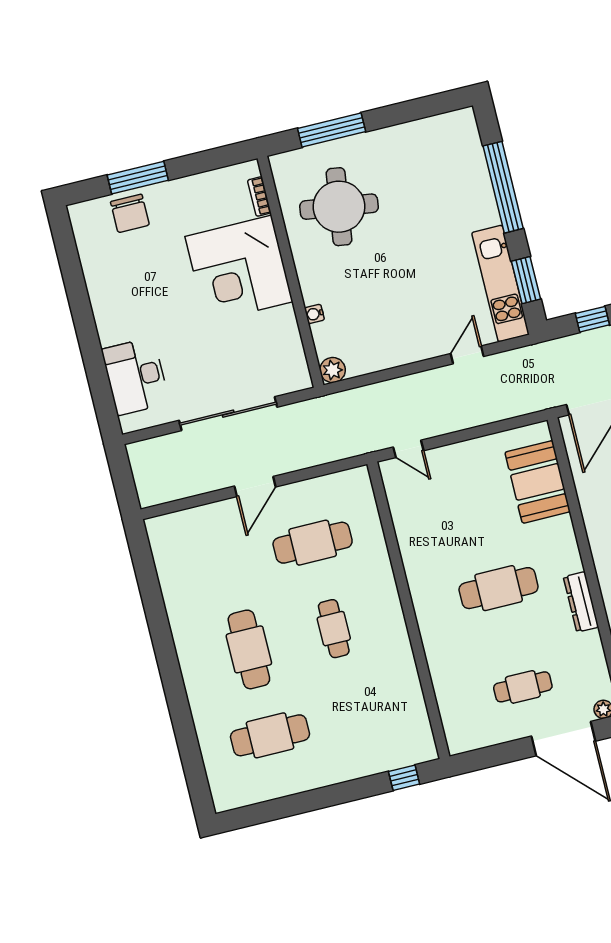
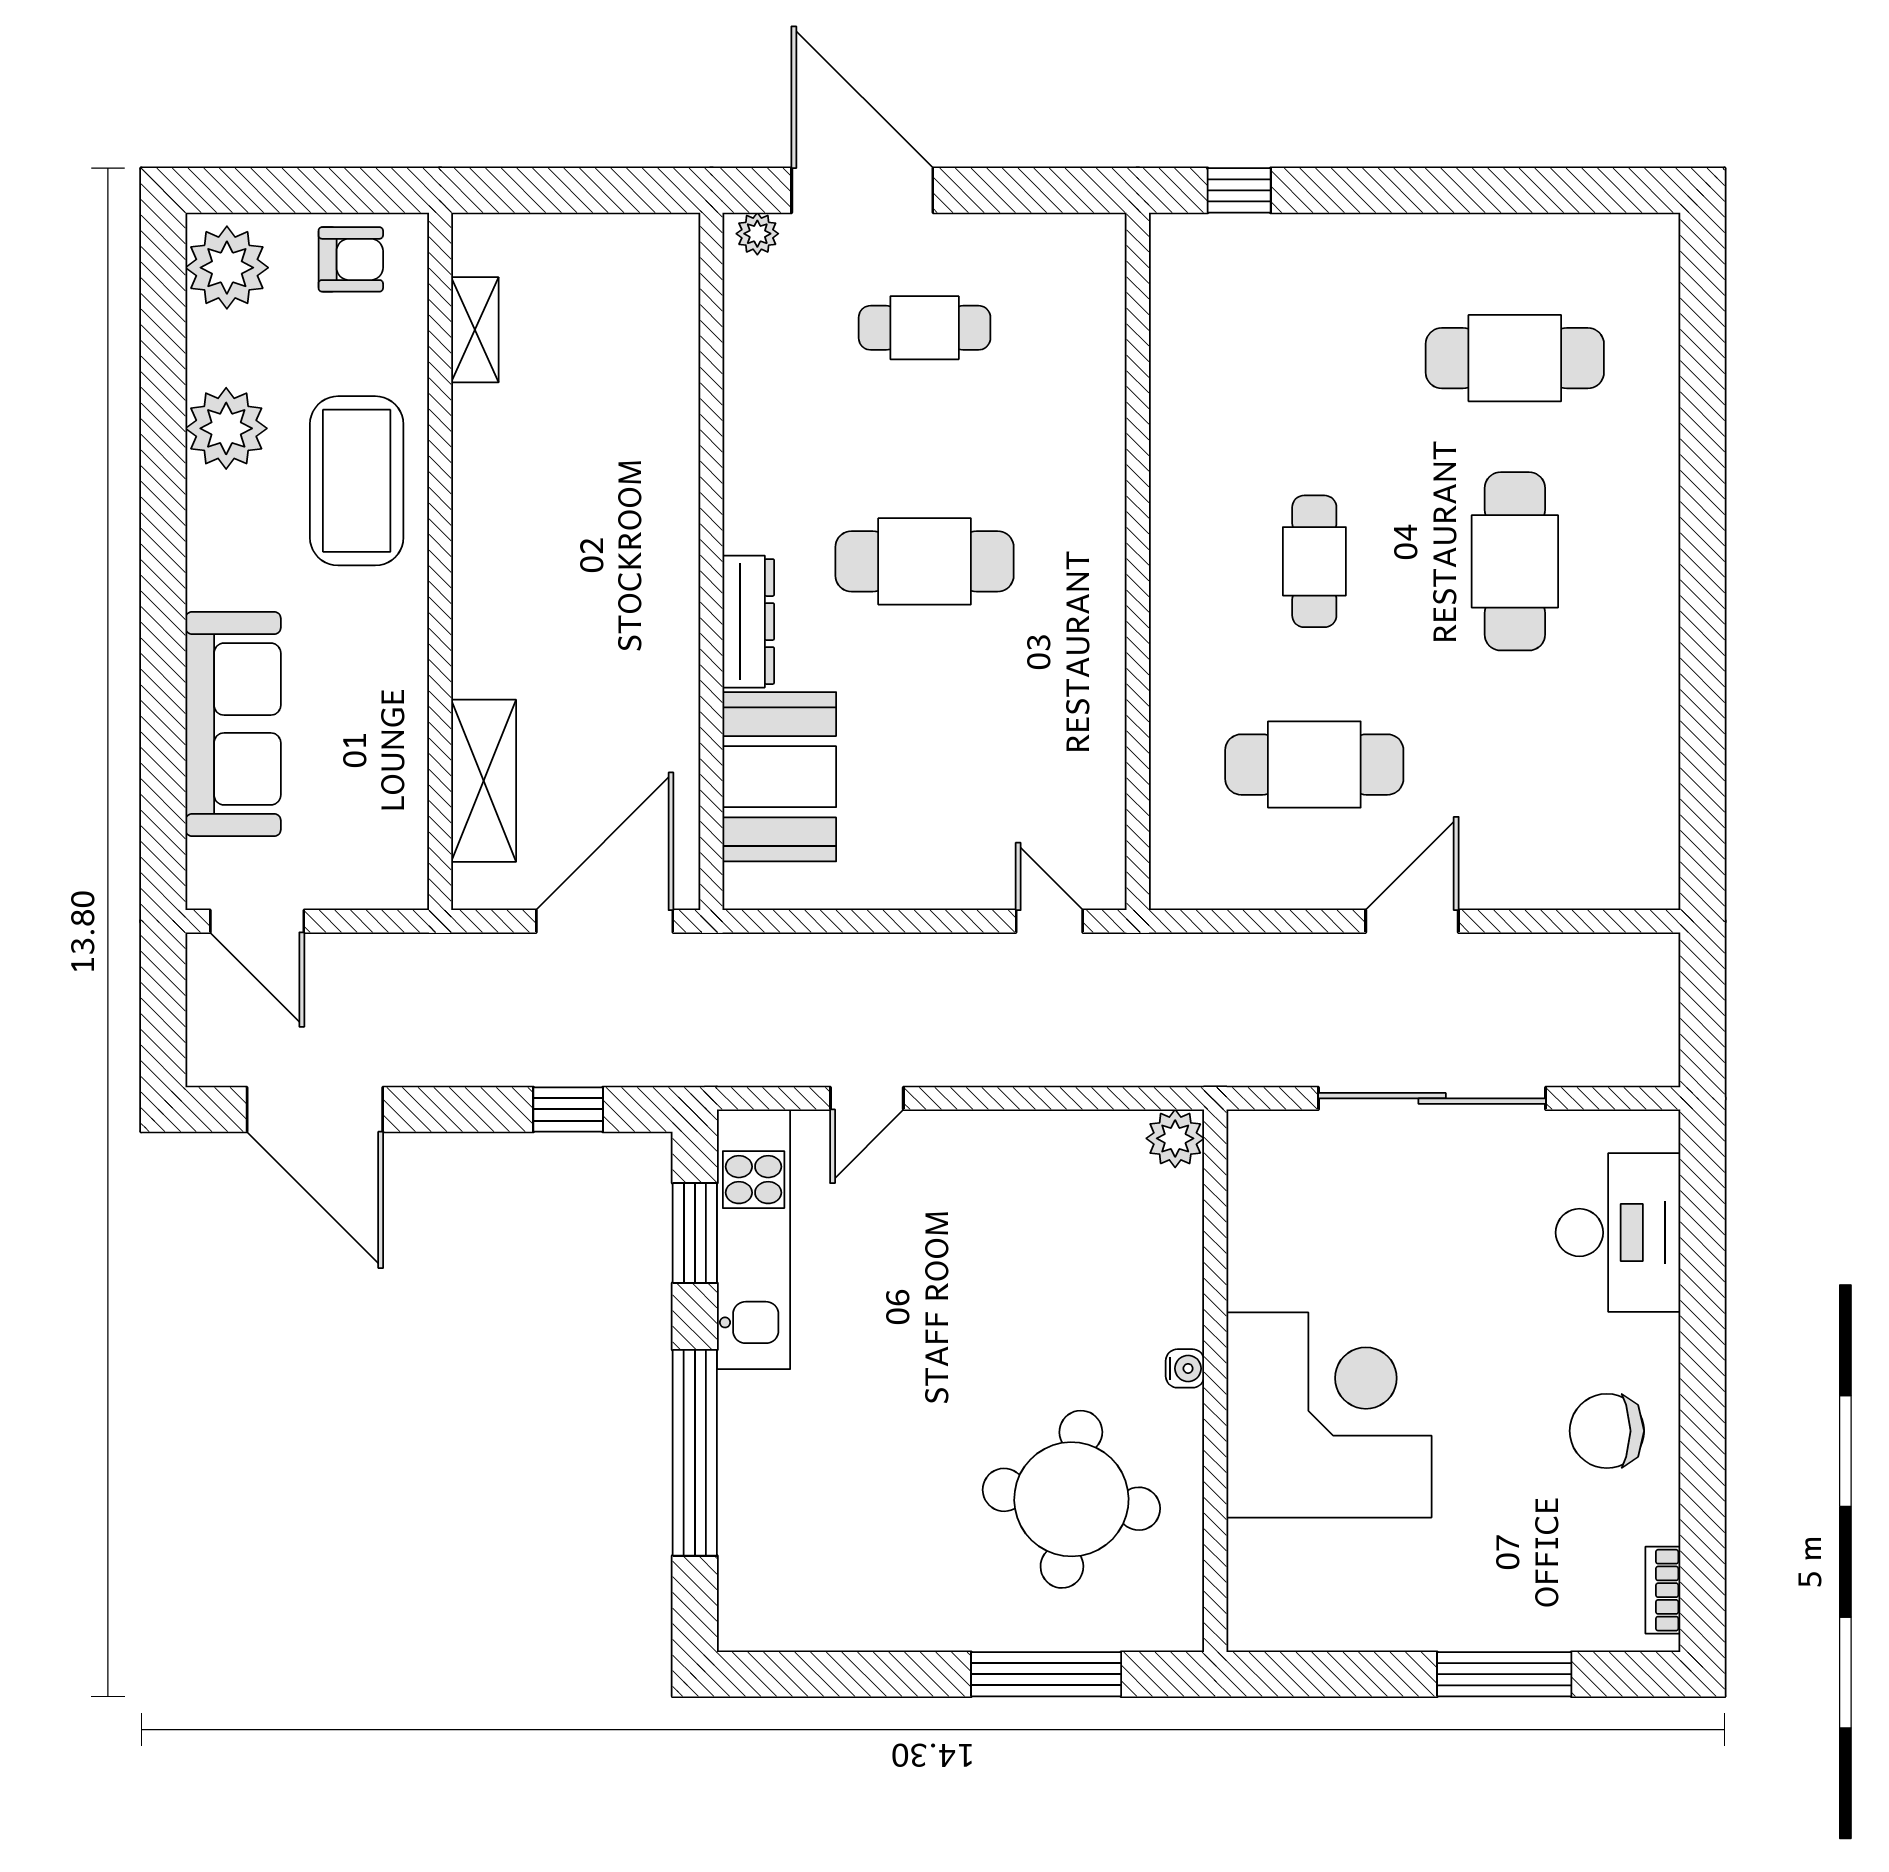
bookcase: (259, 197) -> (1663, 1590), moved, turned 180
chair: (130, 213) -> (1607, 1431), moved, turned -90
water cooler: (314, 314) -> (1185, 1368), moved
dresser: (581, 602) -> (748, 622), moved

